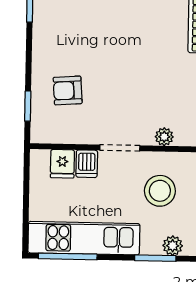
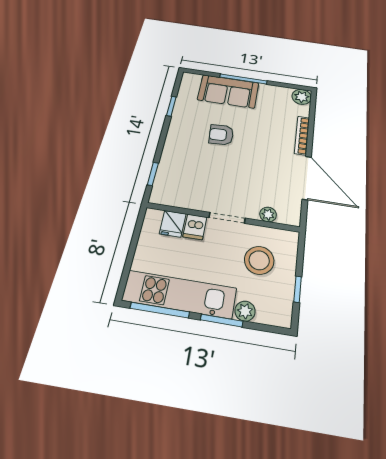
armchair: (68, 90) -> (221, 135), moved
plant: (173, 246) -> (245, 311), moved
window: (155, 258) -> (222, 321), moved

